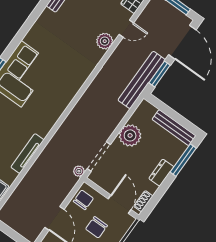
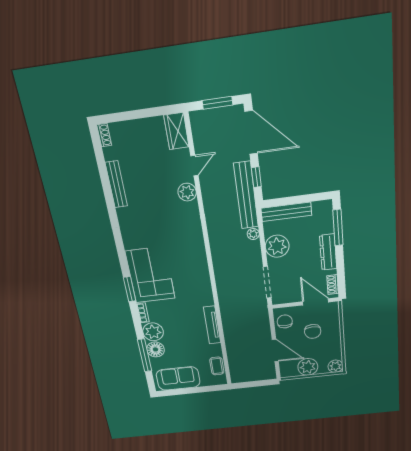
window: (160, 74) -> (256, 177), width x0.67
bench: (174, 128) -> (286, 212), moved
plant: (79, 171) -> (253, 234), moved
dresser: (161, 173) -> (328, 252), width x1.44

